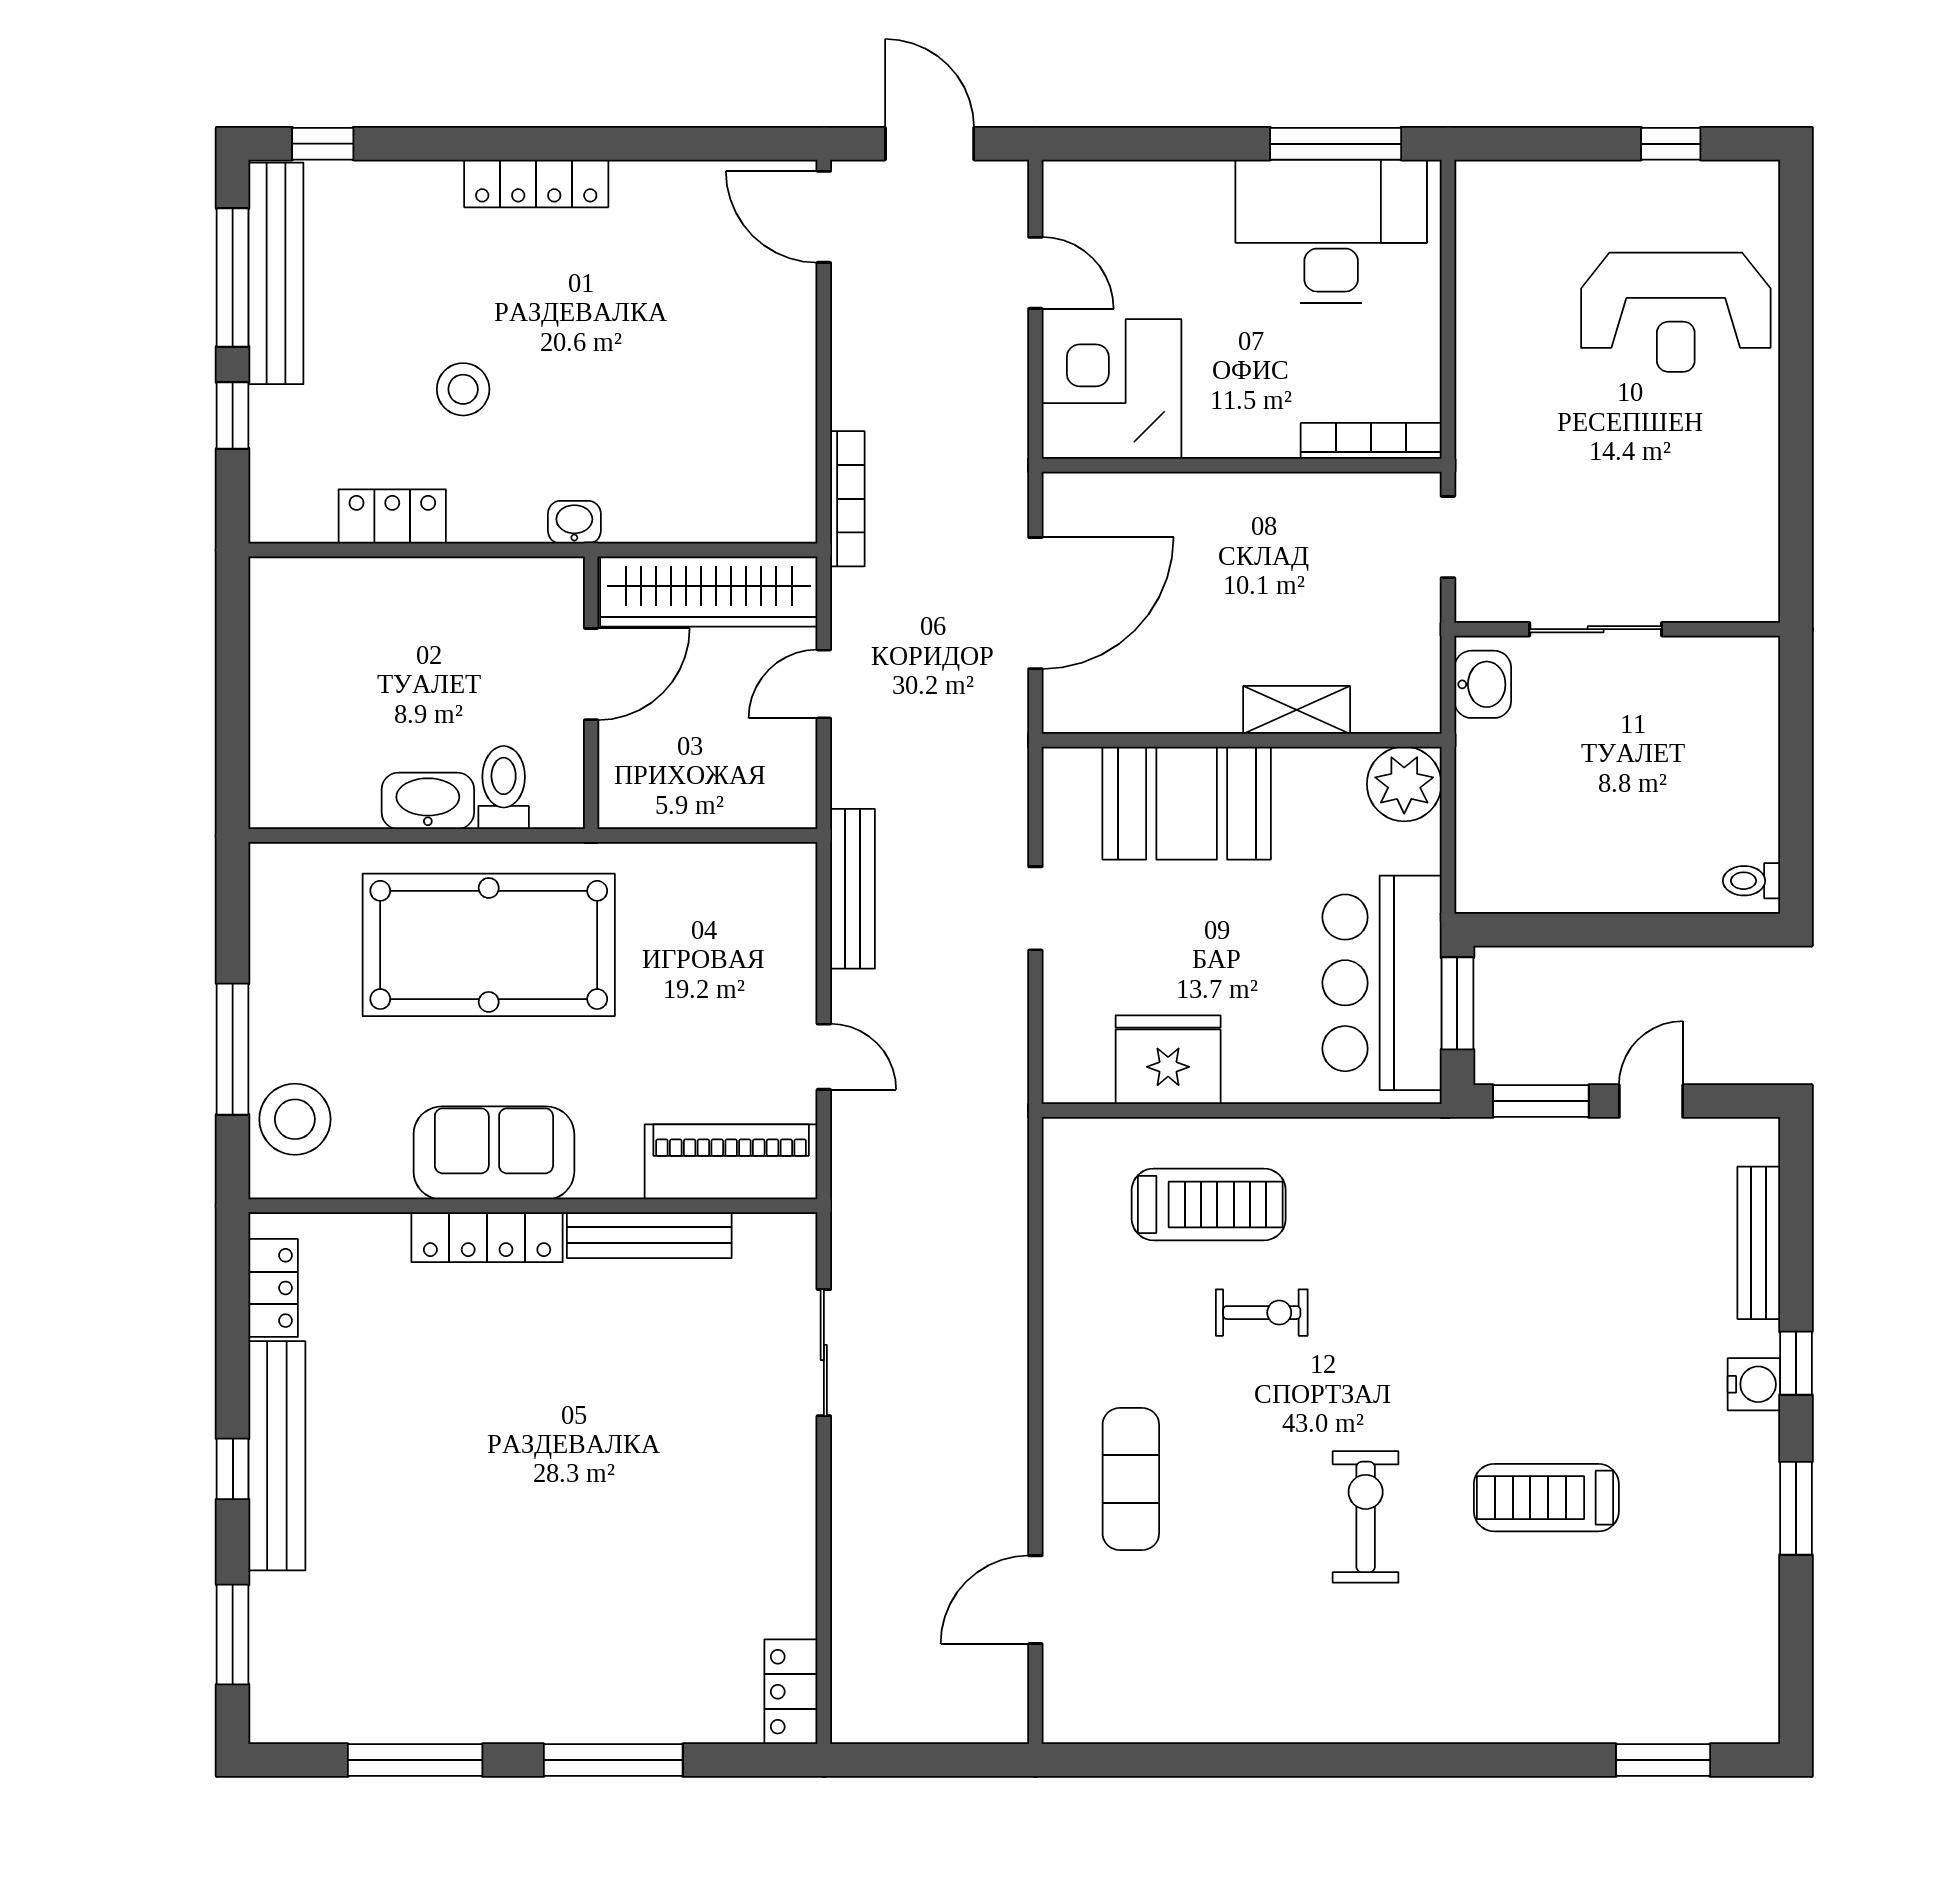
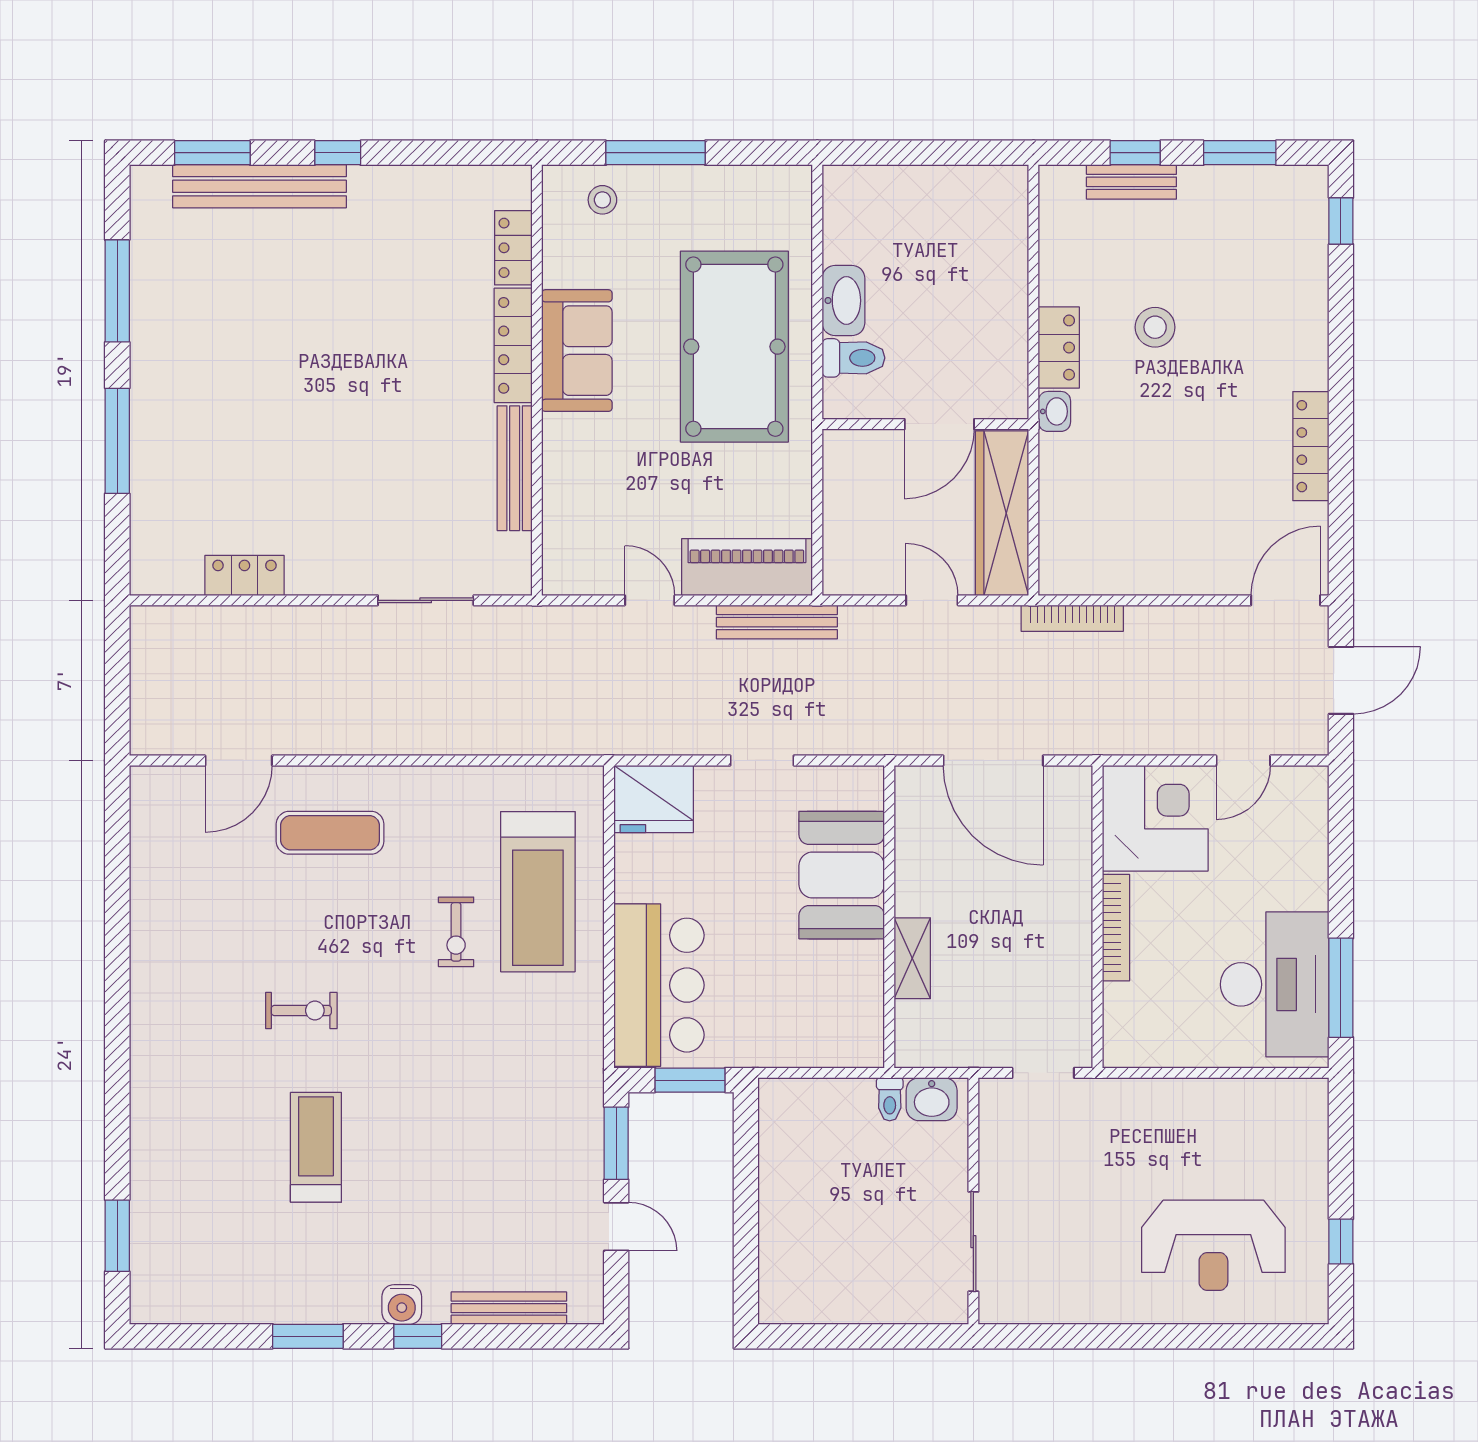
locker: (536, 183) -> (1311, 446), moved
bench: (276, 273) -> (1131, 182), moved, width x0.54, depth x0.82
window: (233, 277) -> (1240, 153), width x0.69
reception desk: (1676, 312) -> (1213, 1245), turned -90
bookcase: (1371, 441) -> (1116, 928), moved
locker: (392, 516) -> (1059, 348), moved
sliding door: (1596, 629) -> (973, 1242), moved
door: (591, 674) -> (939, 424), hinge flipped
plant: (1404, 784) -> (856, 1040), removed
toilet: (1752, 881) -> (890, 1099), moved, turned 180
bar counter: (1382, 983) -> (659, 985), moved, turned 90
door: (824, 1057) -> (650, 600), swing flipped
fridge: (1168, 1060) -> (654, 799), moved, turned 90
stool: (295, 1119) -> (602, 200), width x0.53, depth x0.53
piano: (731, 1162) -> (747, 567), moved, turned -90
treadmill: (1209, 1204) -> (538, 892), width x1.37, depth x1.38
locker: (273, 1288) -> (513, 248), moved, turned 90
bench: (277, 1456) -> (260, 186), moved
exercise bike: (1366, 1517) -> (301, 1011), width x0.73, depth x0.72
door: (1035, 1600) -> (239, 760), swing flipped
locker: (791, 1692) -> (244, 575), moved

